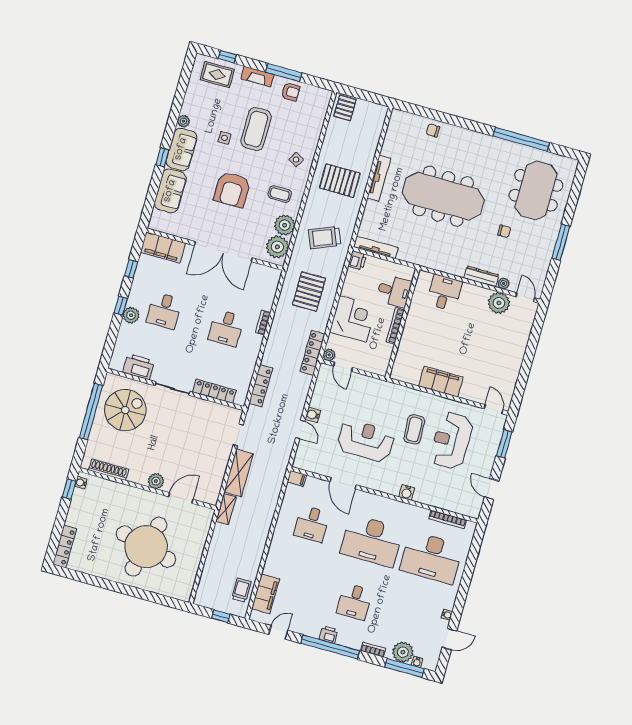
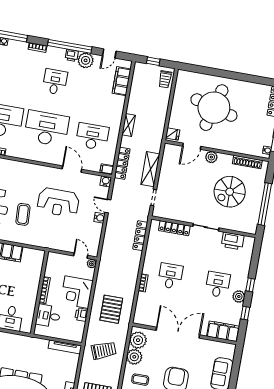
printer: (357, 260) -> (81, 315), moved
plant: (131, 315) -> (239, 296), moved
locker: (312, 353) -> (122, 163), moved
spiral stairs: (125, 410) -> (230, 192), moved
water cooler: (407, 492) -> (106, 181), moved
shelving: (226, 509) -> (129, 125), moved
fridge: (205, 517) -> (173, 134), added
desk: (312, 524) -> (92, 137), width x1.37
trolley: (241, 590) -> (165, 79), moved
plant: (403, 652) -> (86, 60), moved

